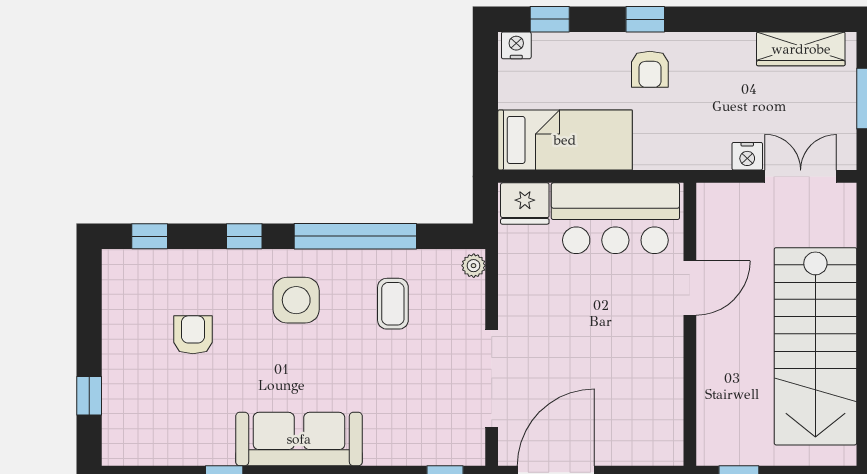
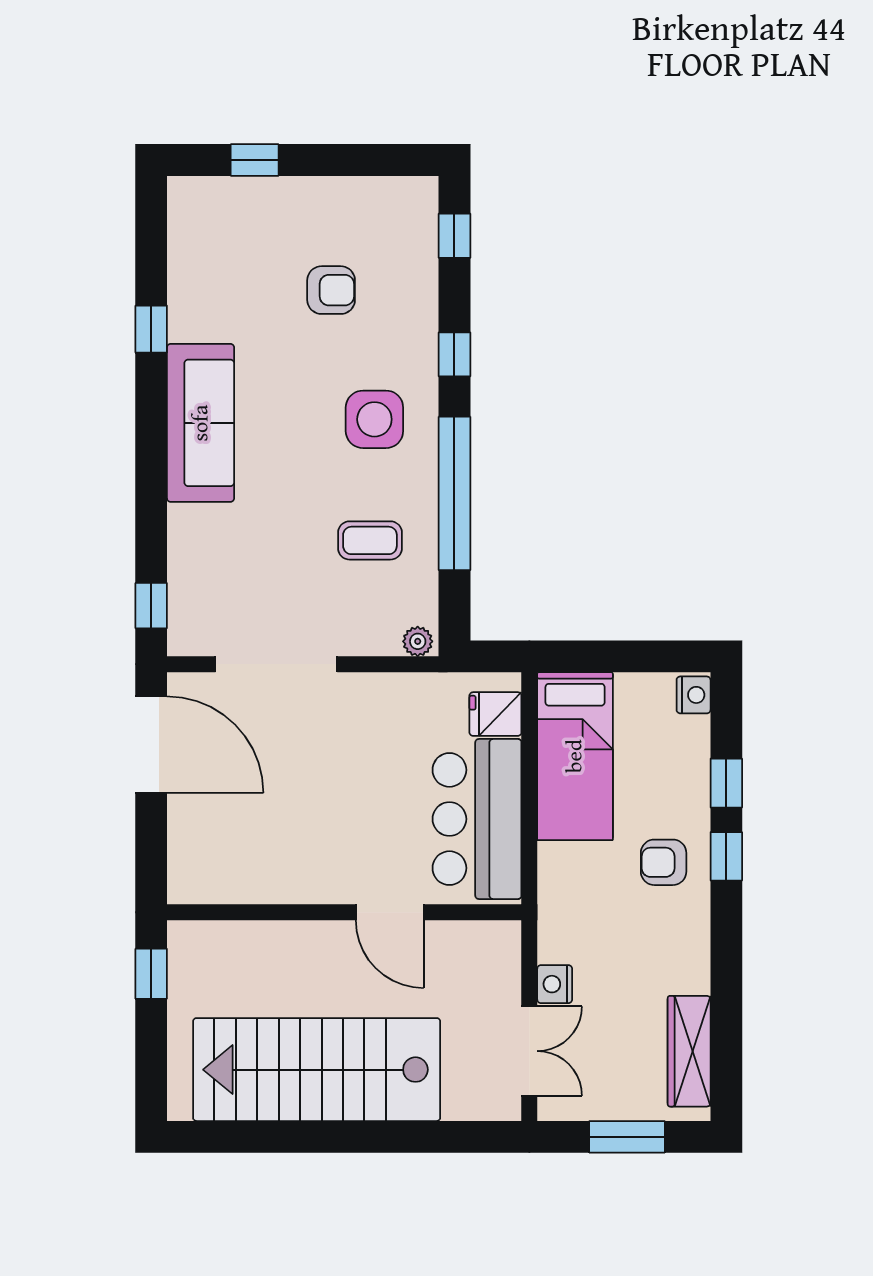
window: (550, 19) -> (726, 783), moved
fridge: (525, 203) -> (495, 714), width x0.72

